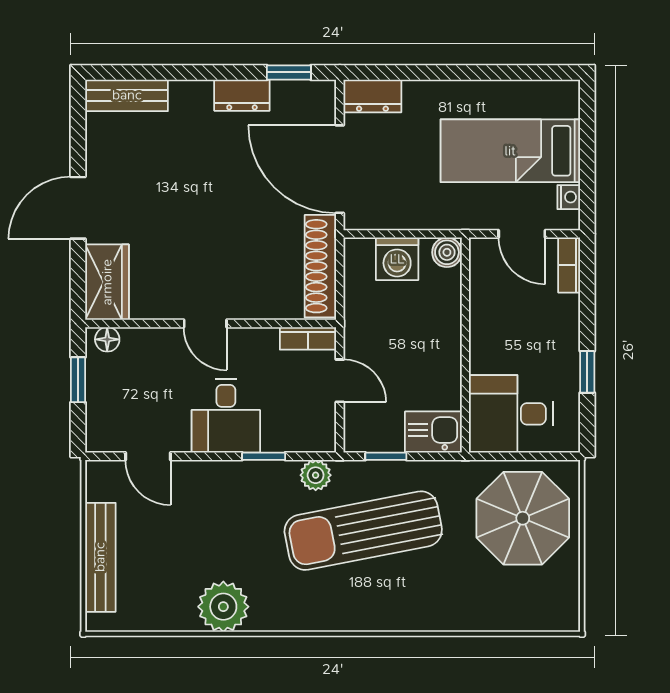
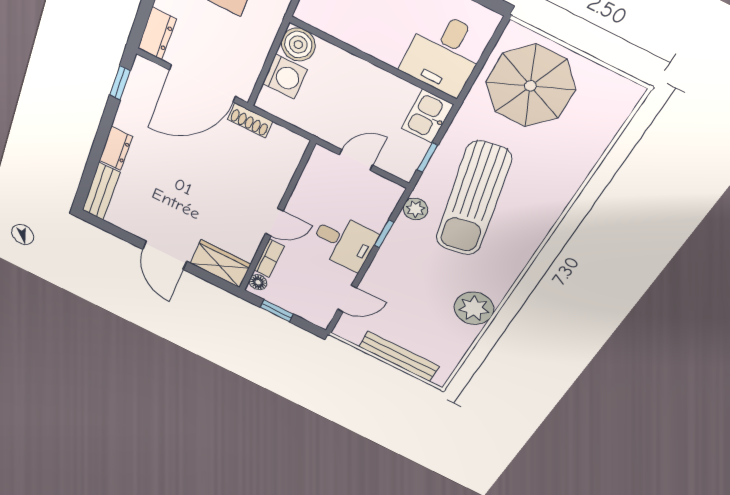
dresser: (242, 95) -> (116, 148), moved
boiler: (447, 252) -> (298, 45), width x1.36, depth x1.36
shoe rack: (320, 266) -> (250, 120), width x0.51, depth x0.81
bookcase: (308, 338) -> (269, 258), moved

